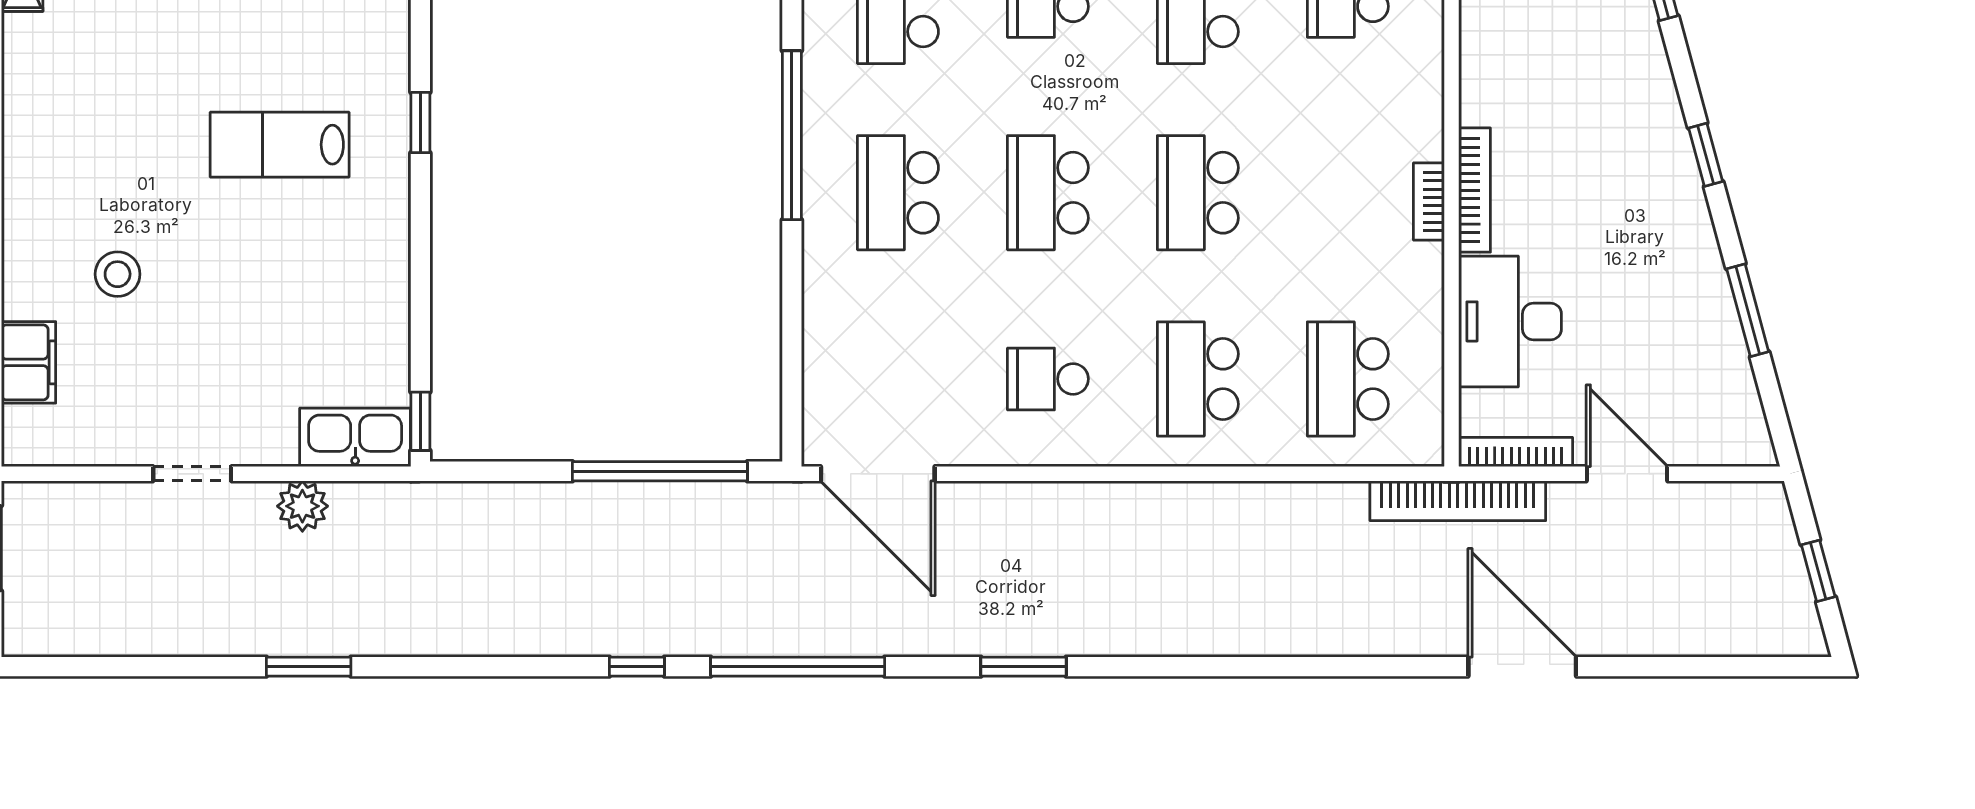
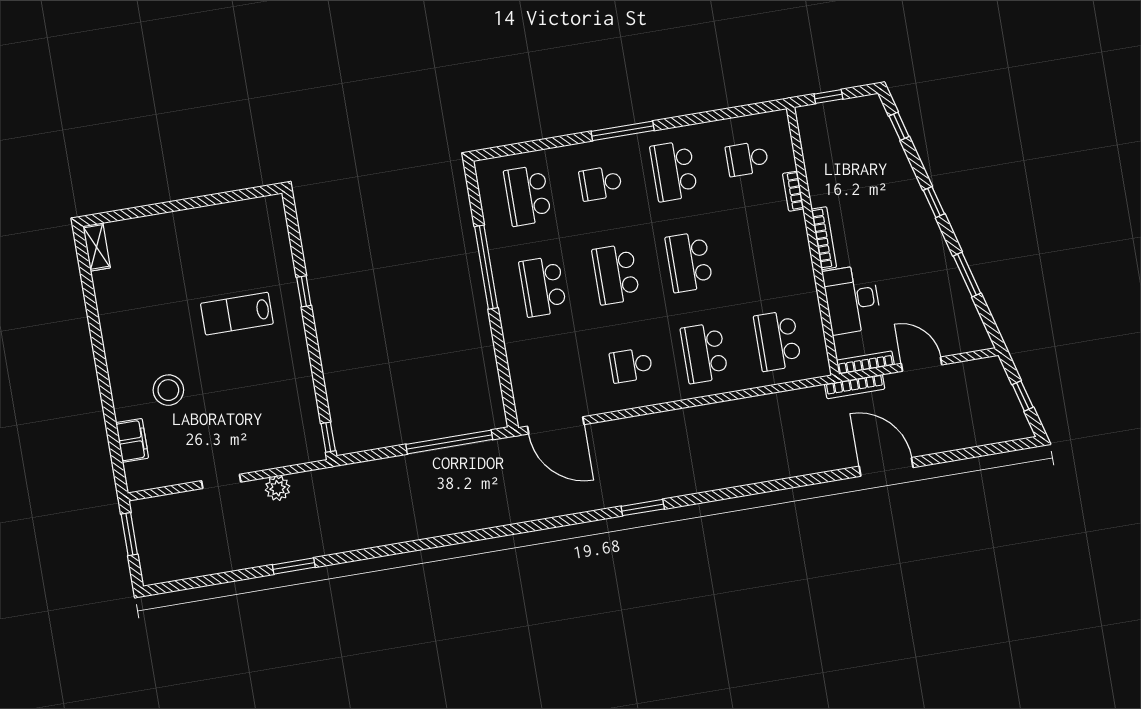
bookcase: (1429, 201) -> (793, 191), moved
stool: (118, 274) -> (168, 390), width x1.38, depth x1.38
kitchen sink: (355, 437) -> (298, 450), removed
bookcase: (1458, 501) -> (855, 387), width x0.68, depth x0.76
window: (637, 667) -> (454, 539), removed
window: (798, 667) -> (532, 526), removed

